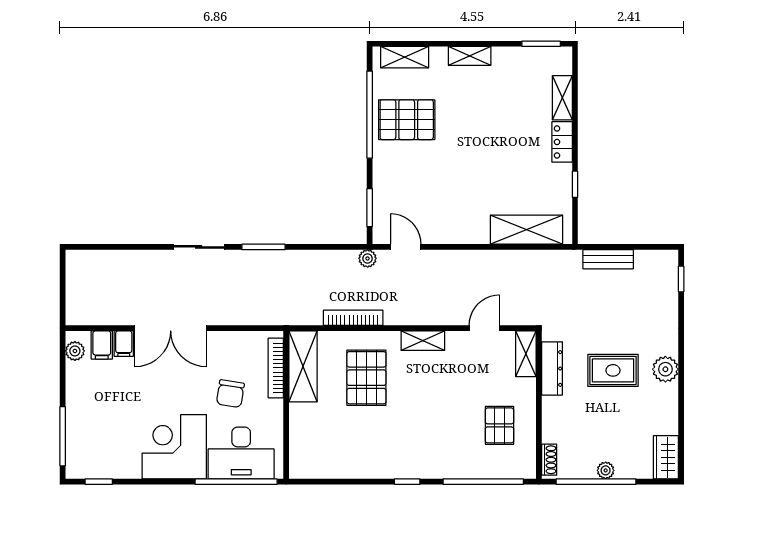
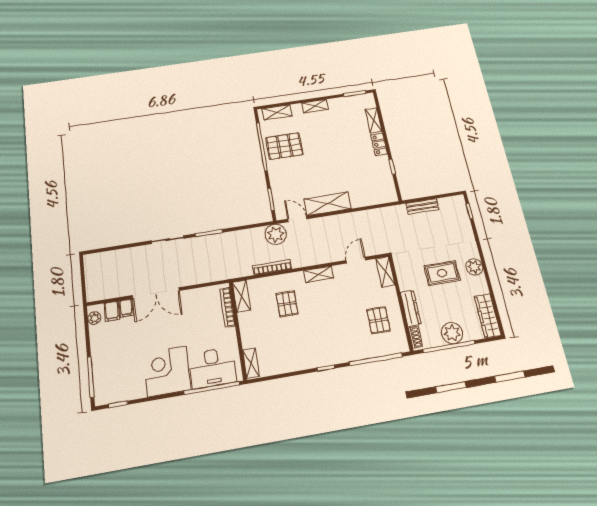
shelving: (527, 230) -> (328, 204), moved
plant: (368, 258) -> (276, 234), width x1.88, depth x1.88
shelving: (303, 366) -> (241, 296), width x0.67, depth x0.75
dresser: (552, 368) -> (411, 308), moved
pallet: (366, 378) -> (287, 304), width x0.67, depth x0.71
chair: (230, 394) -> (200, 329), removed
shelving: (298, 456) -> (251, 363), added
wardrobe: (666, 457) -> (488, 316), width x1.50
plant: (606, 470) -> (452, 333), width x1.88, depth x1.88

